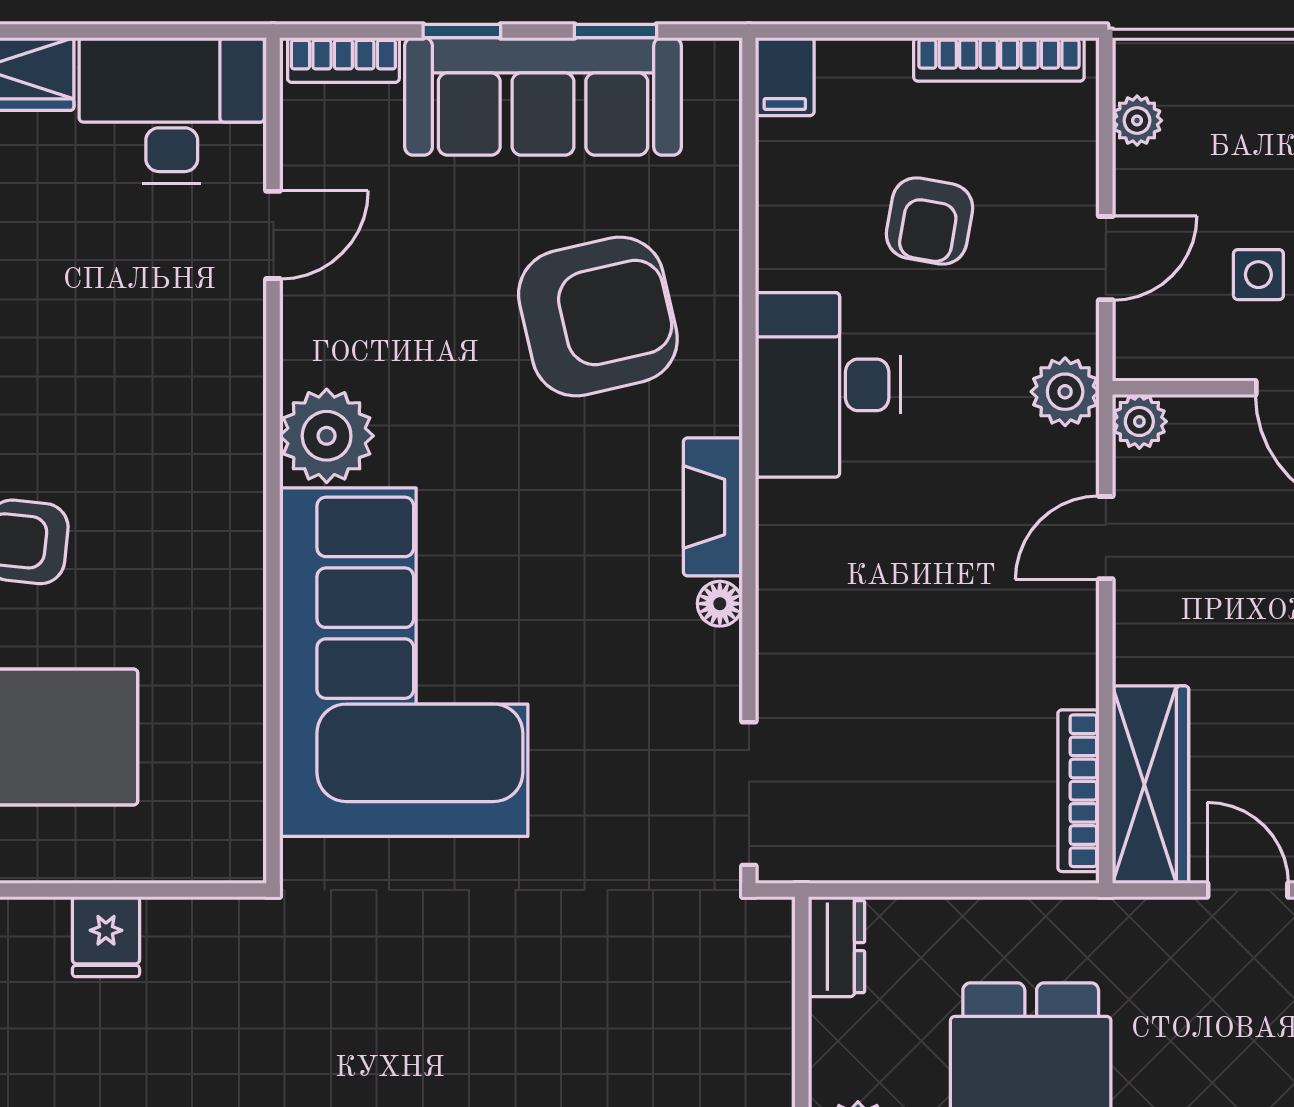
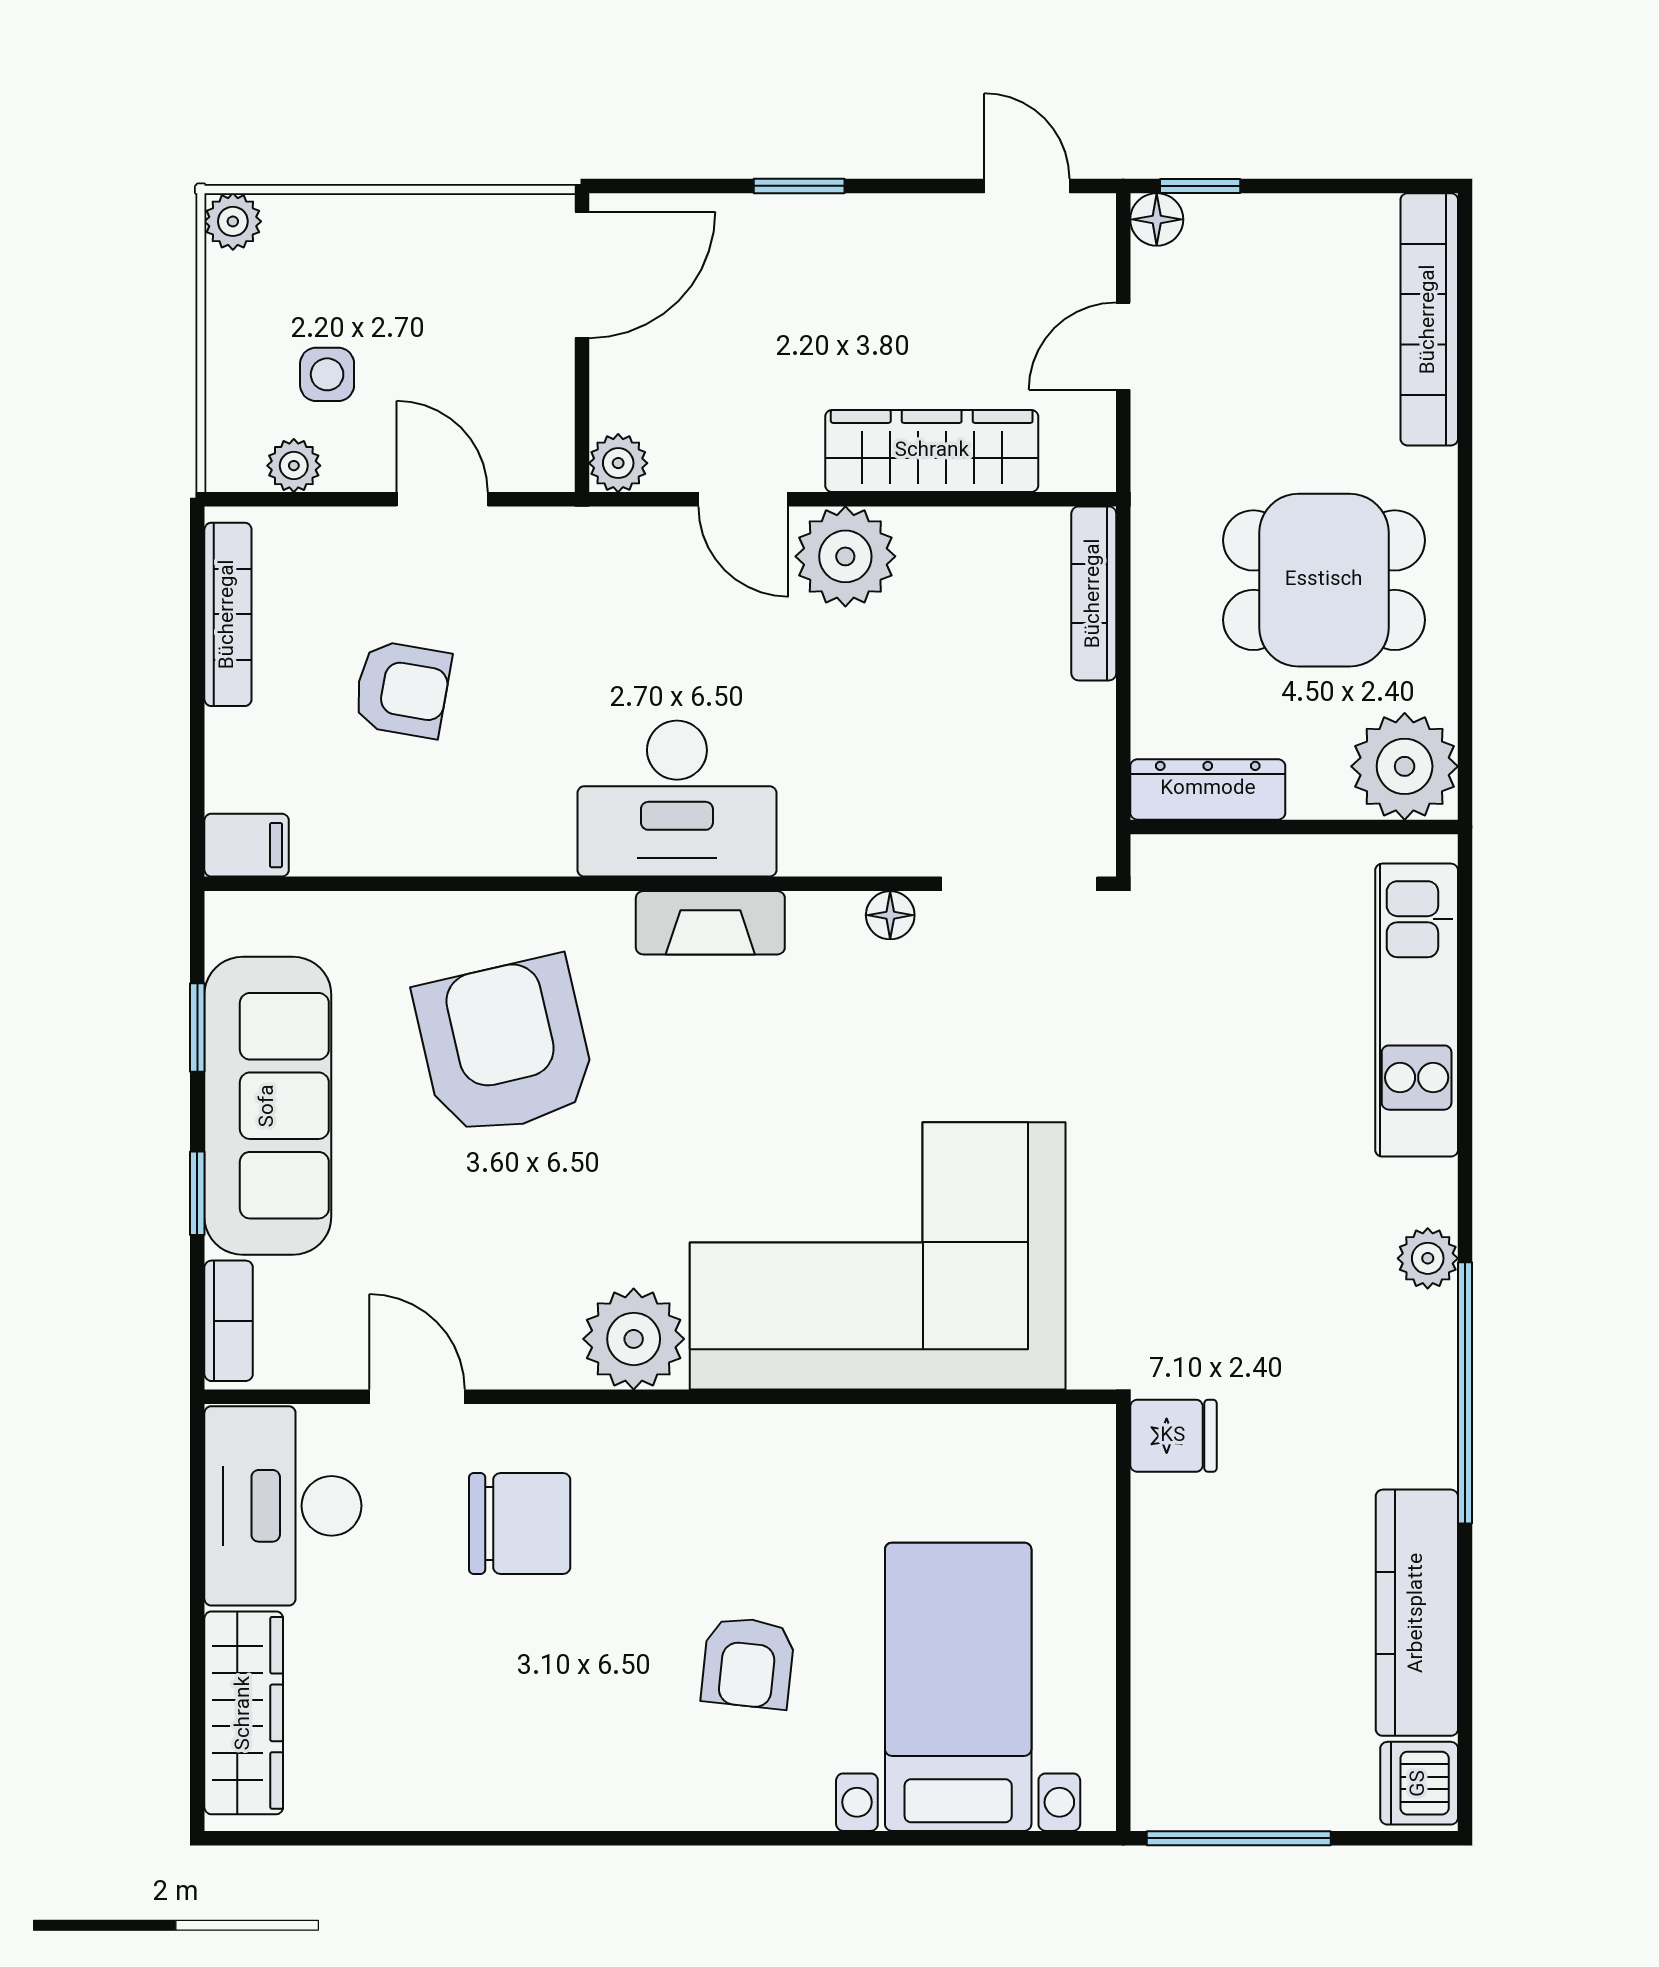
side table: (1258, 275) -> (327, 374), moved
chair: (155, 330) -> (520, 1524), added
desk: (828, 385) -> (677, 799), moved
plant: (1065, 392) -> (845, 556), moved, width x1.36, depth x1.36
floor lamp: (720, 604) -> (890, 915), moved
wardrobe: (1151, 785) -> (932, 451), moved
bookcase: (1078, 791) -> (1094, 593), moved, turned 90
fridge: (106, 937) -> (1173, 1436), moved
dresser: (836, 947) -> (1208, 789), width x1.44

